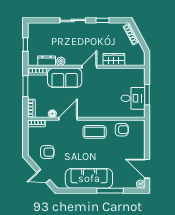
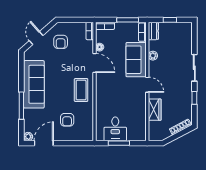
dresser: (47, 61) -> (153, 31), moved
armchair: (122, 130) -> (67, 120), moved

